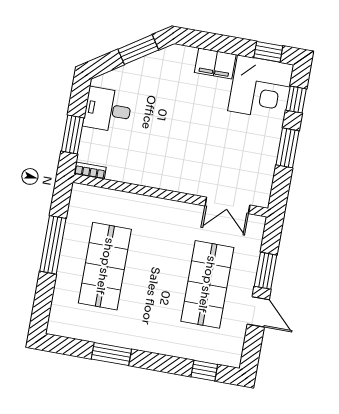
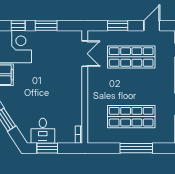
window: (73, 135) -> (47, 148), moved
window: (53, 245) -> (136, 148), moved
door: (258, 312) -> (152, 26), moved

